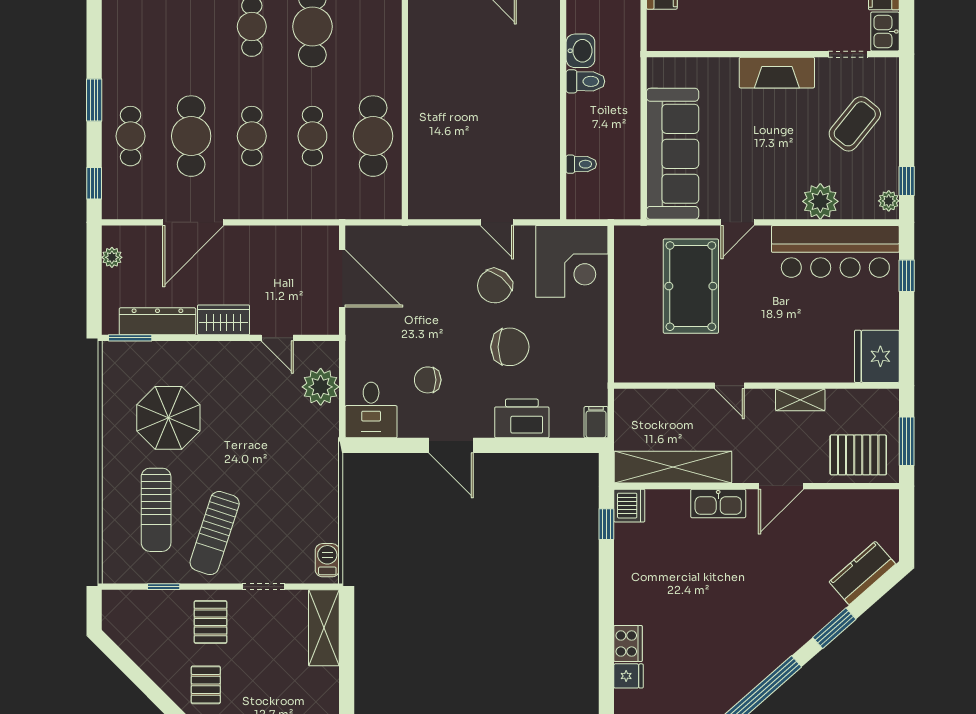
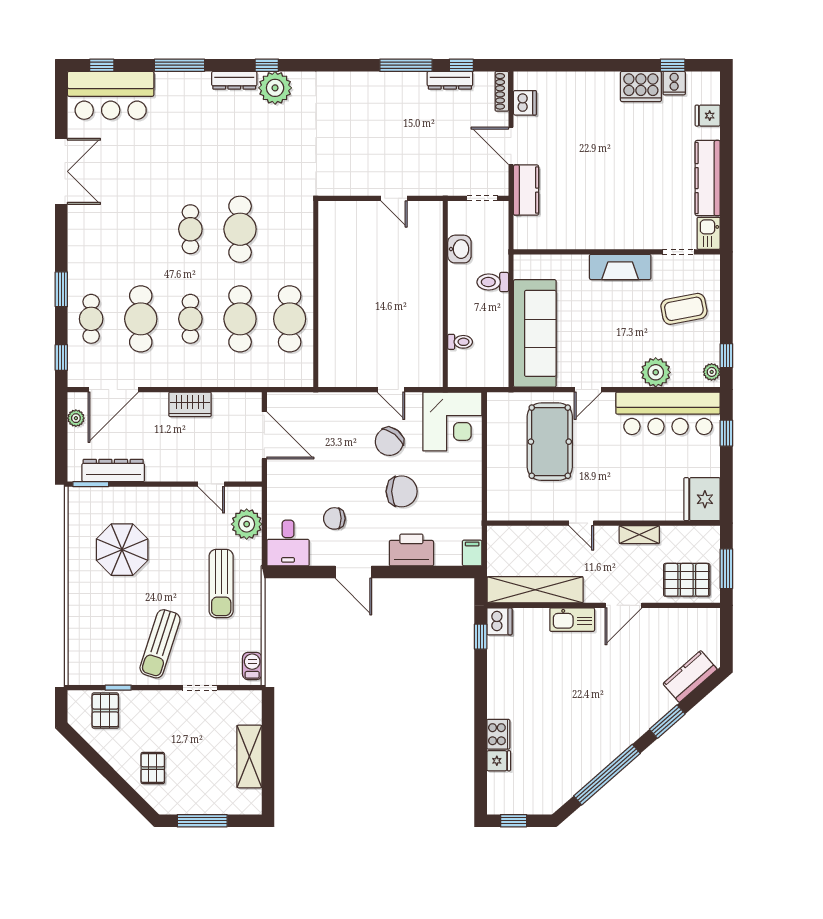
toilet: (585, 81) -> (493, 282), moved, turned 180
coffee table: (855, 124) -> (684, 309), turned 40
cafe table: (312, 136) -> (240, 319), width x1.37, depth x1.35
door: (193, 222) -> (113, 390), moved
wardrobe: (224, 320) -> (190, 404), moved, turned 180
sun lounger: (156, 510) -> (221, 583), moved
pallet: (211, 622) -> (105, 711), moved
shelving: (324, 628) -> (249, 756), moved

